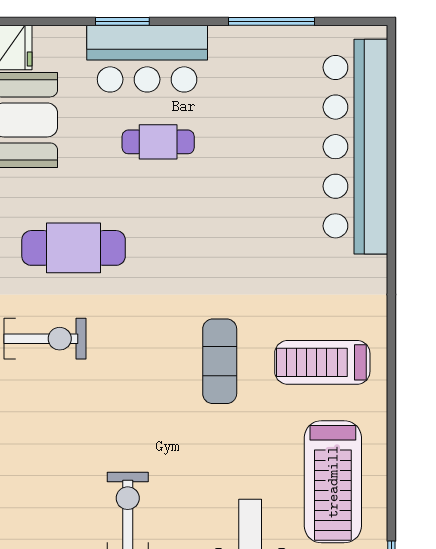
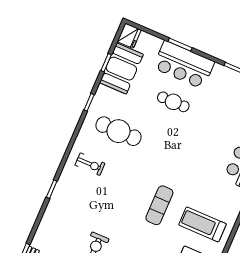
exercise bike: (45, 339) -> (90, 164), width x0.73, depth x0.72

